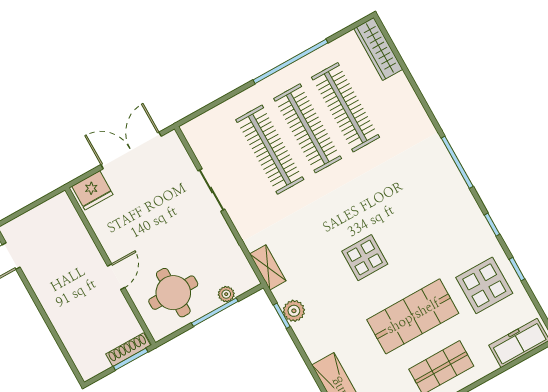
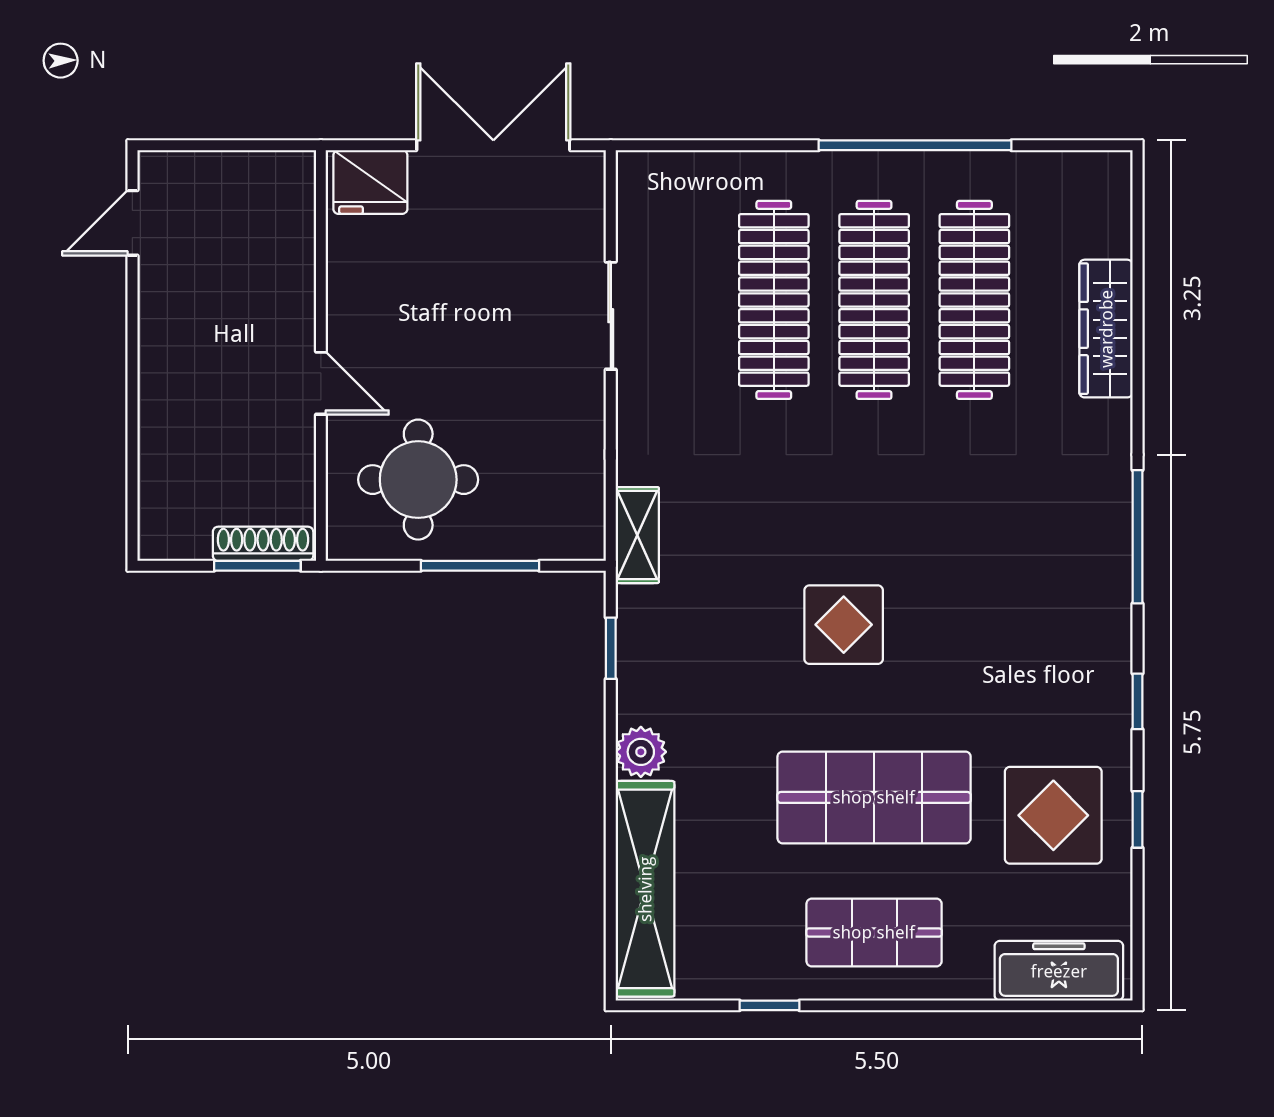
wardrobe: (378, 49) -> (1106, 329), moved
door: (116, 277) -> (321, 383), hinge flipped
plant: (226, 294) -> (523, 542), removed
plant: (294, 311) -> (641, 752), moved

